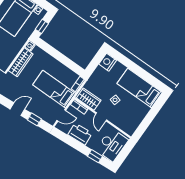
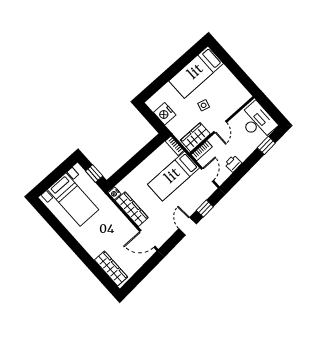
nightstand: (108, 62) -> (165, 114), moved
door: (101, 117) -> (220, 127), hinge flipped
printer: (80, 134) -> (233, 164), width x0.53, depth x0.68

